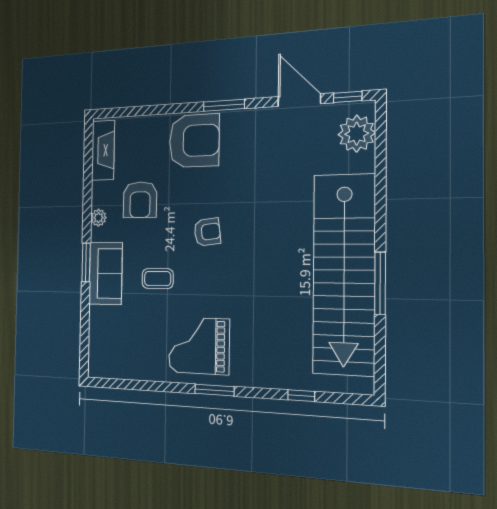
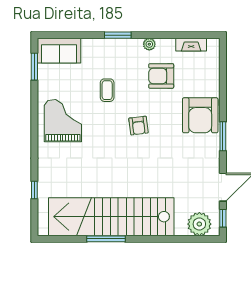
fireplace: (103, 150) -> (191, 45), width x0.73, depth x0.76
sofa: (106, 273) -> (59, 51), moved
window: (214, 390) -> (34, 67), moved

